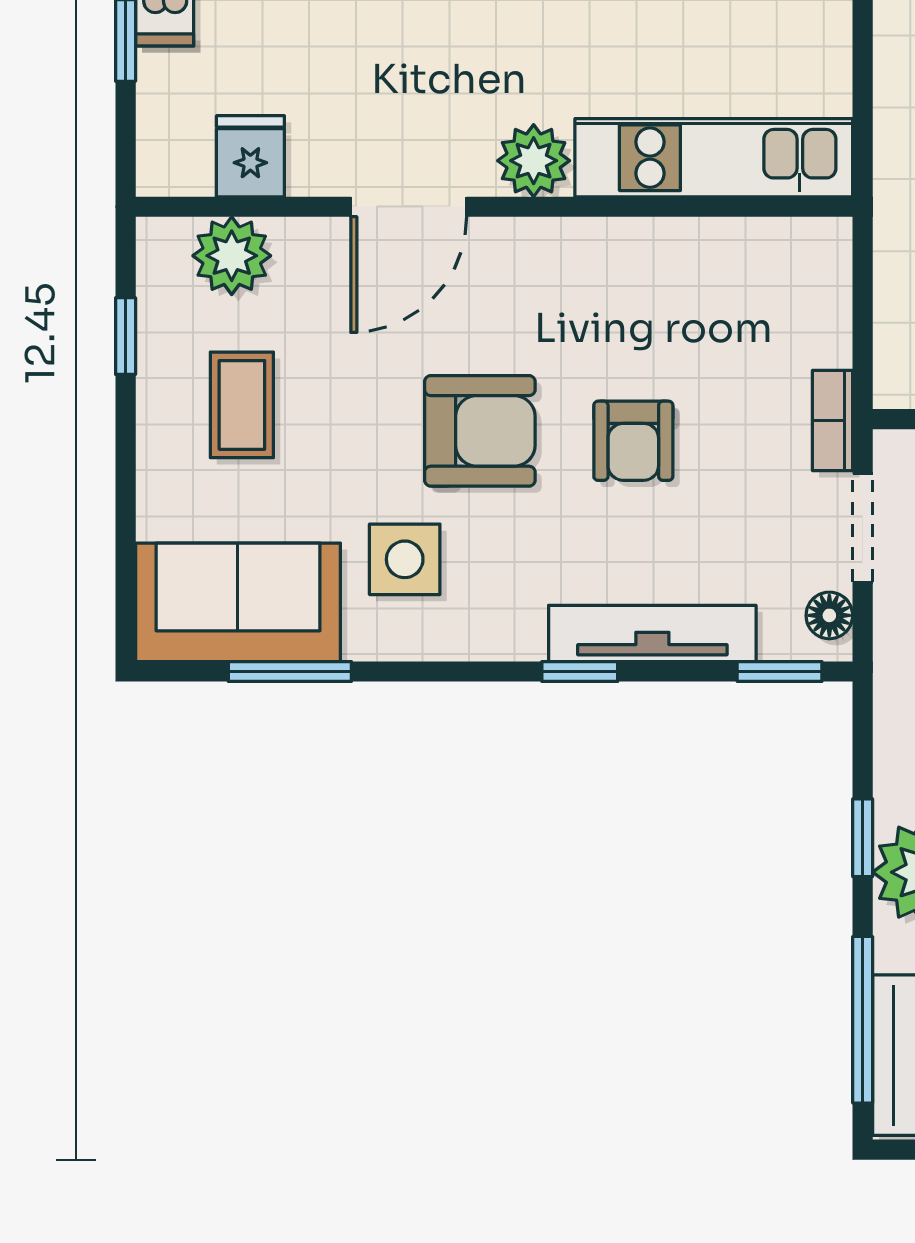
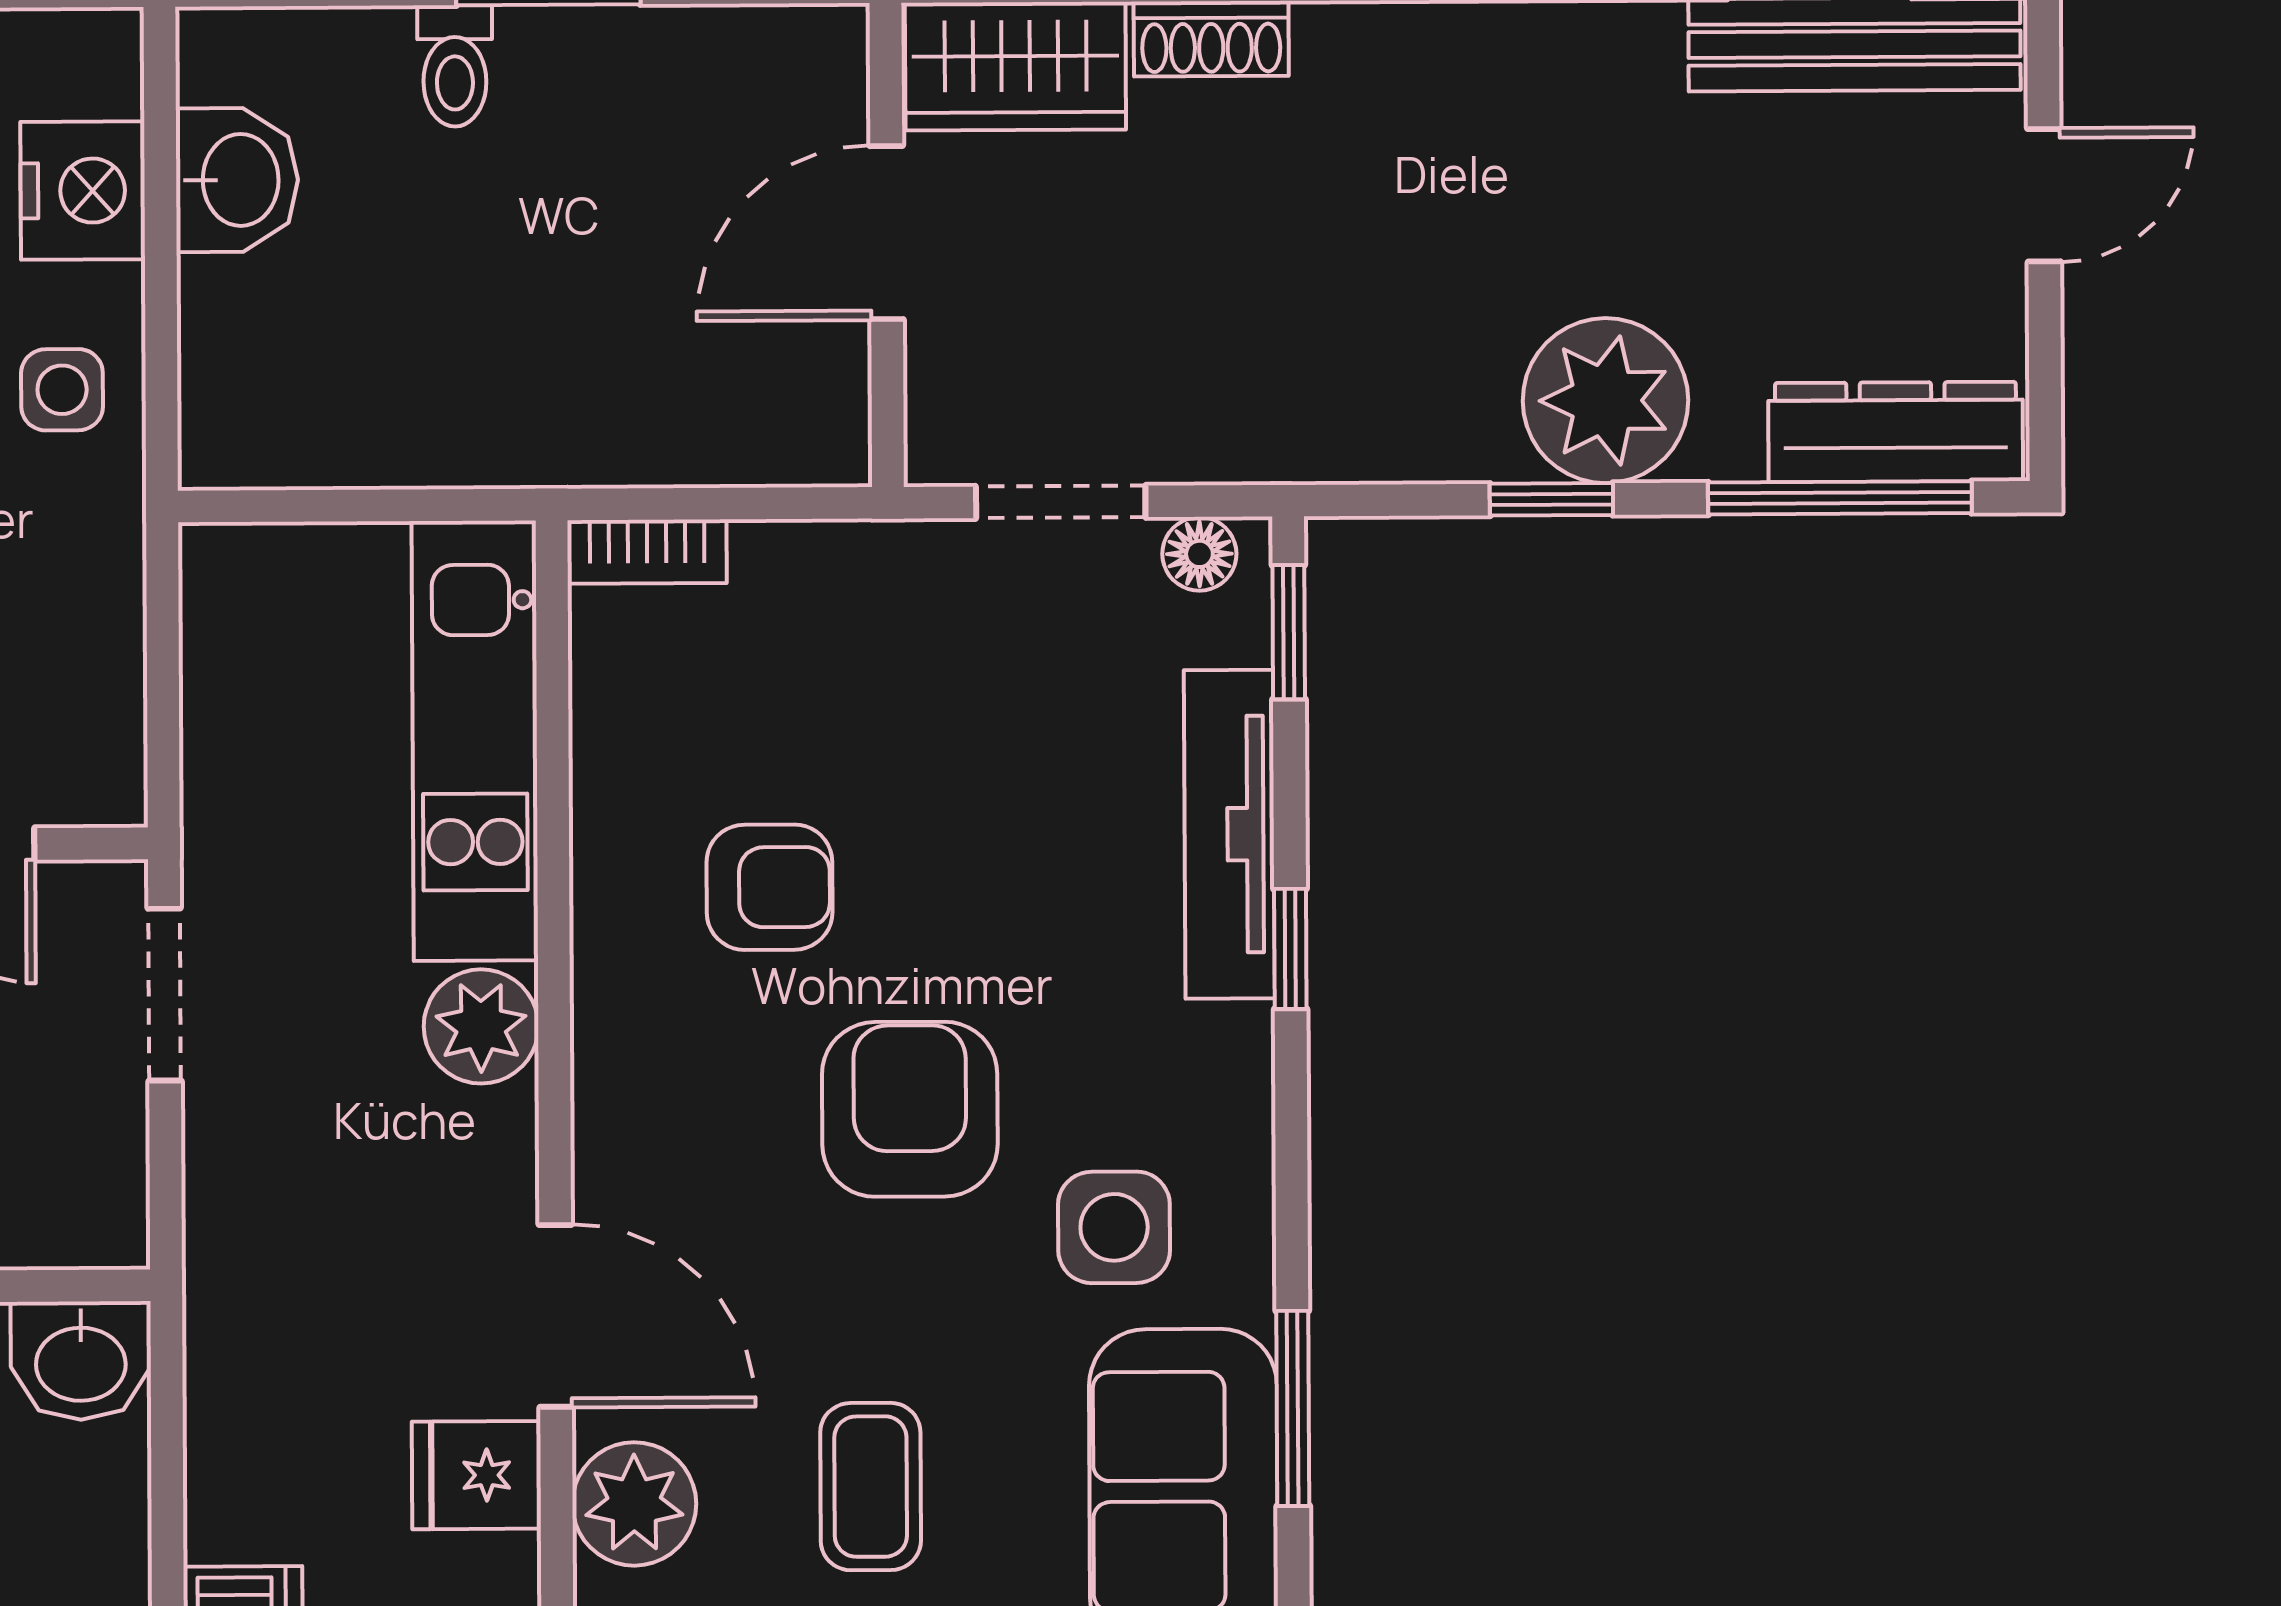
door: (409, 207) -> (556, 1316), moved
coffee table: (242, 405) -> (871, 1487), turned 90
bookcase: (833, 421) -> (647, 552), moved
armchair: (633, 441) -> (769, 887), moved

